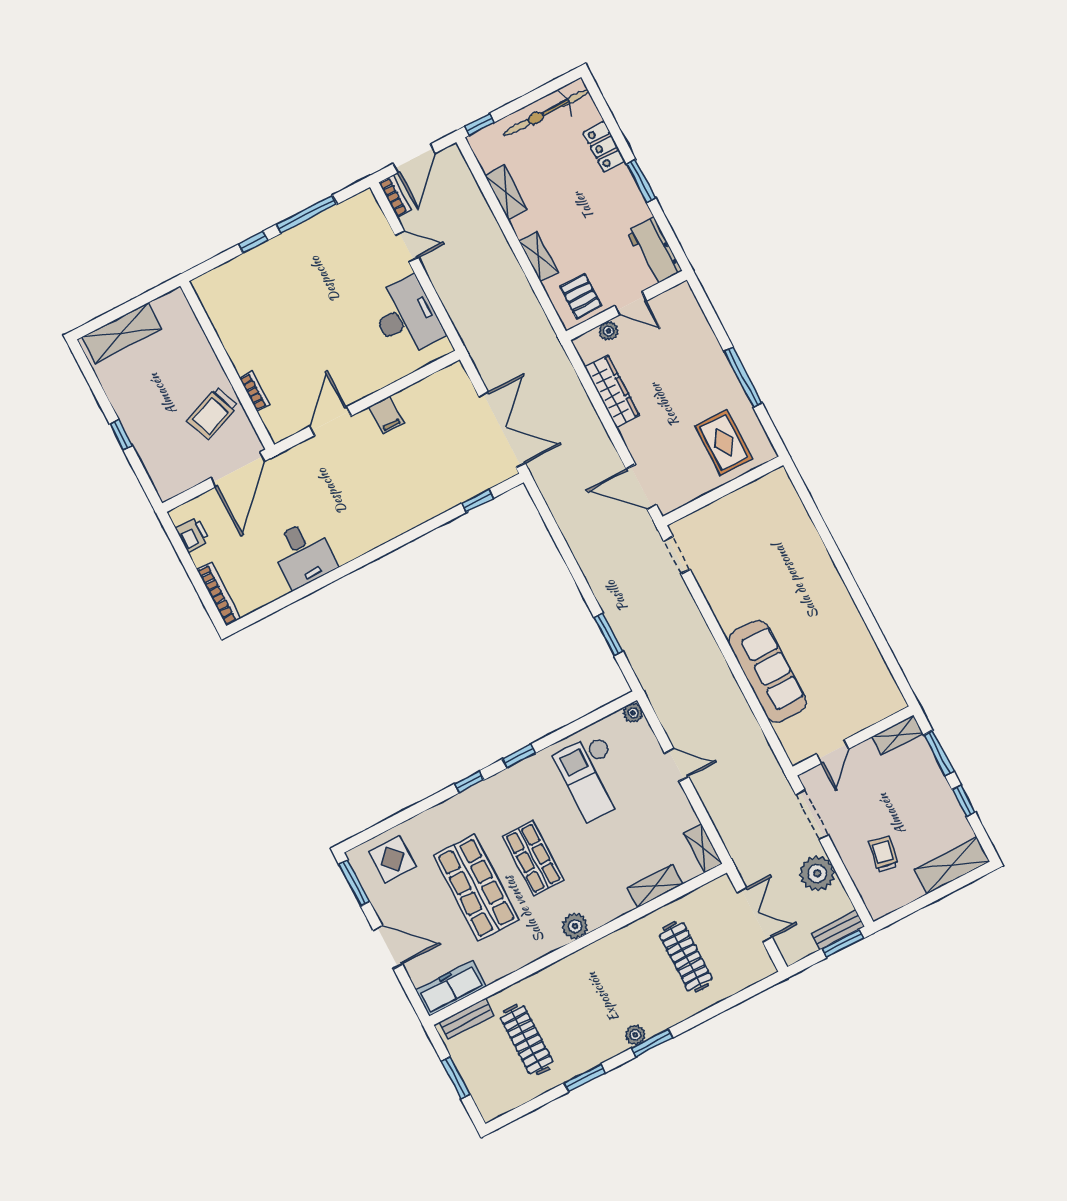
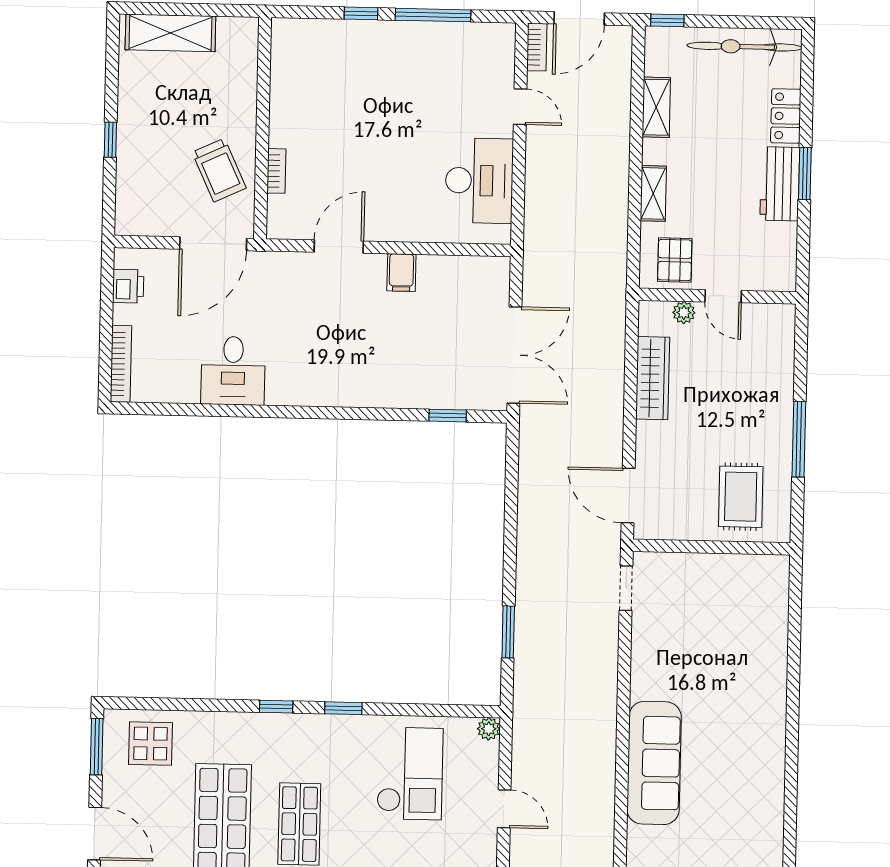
workbench: (654, 251) -> (780, 184), moved
trolley: (212, 413) -> (219, 170), turned -94
checkout: (594, 777) -> (410, 773), turned 180

